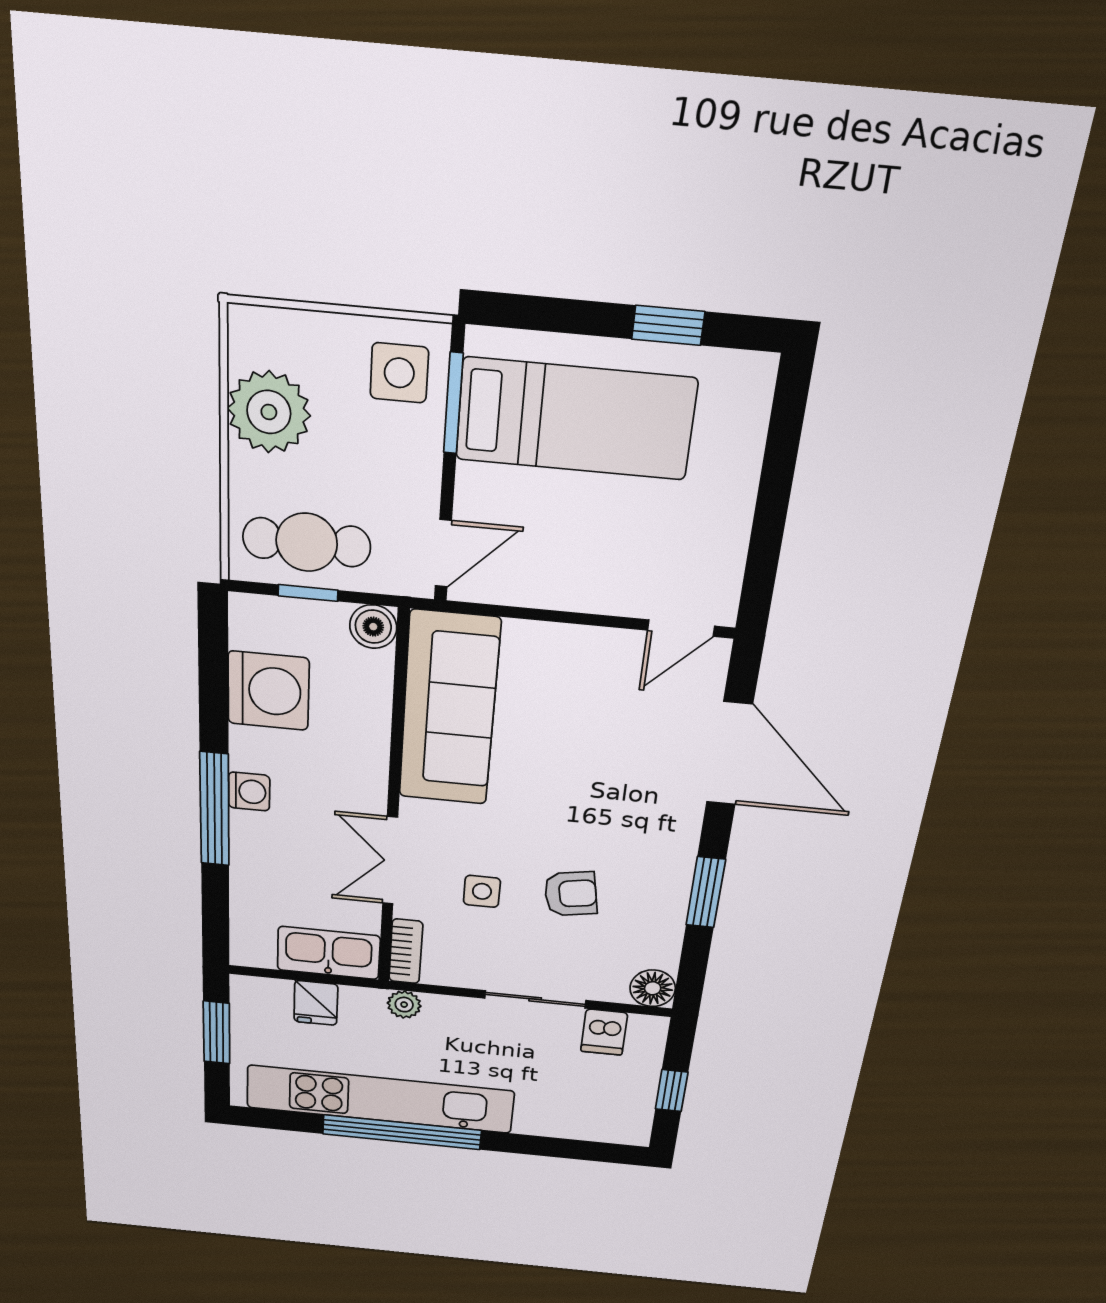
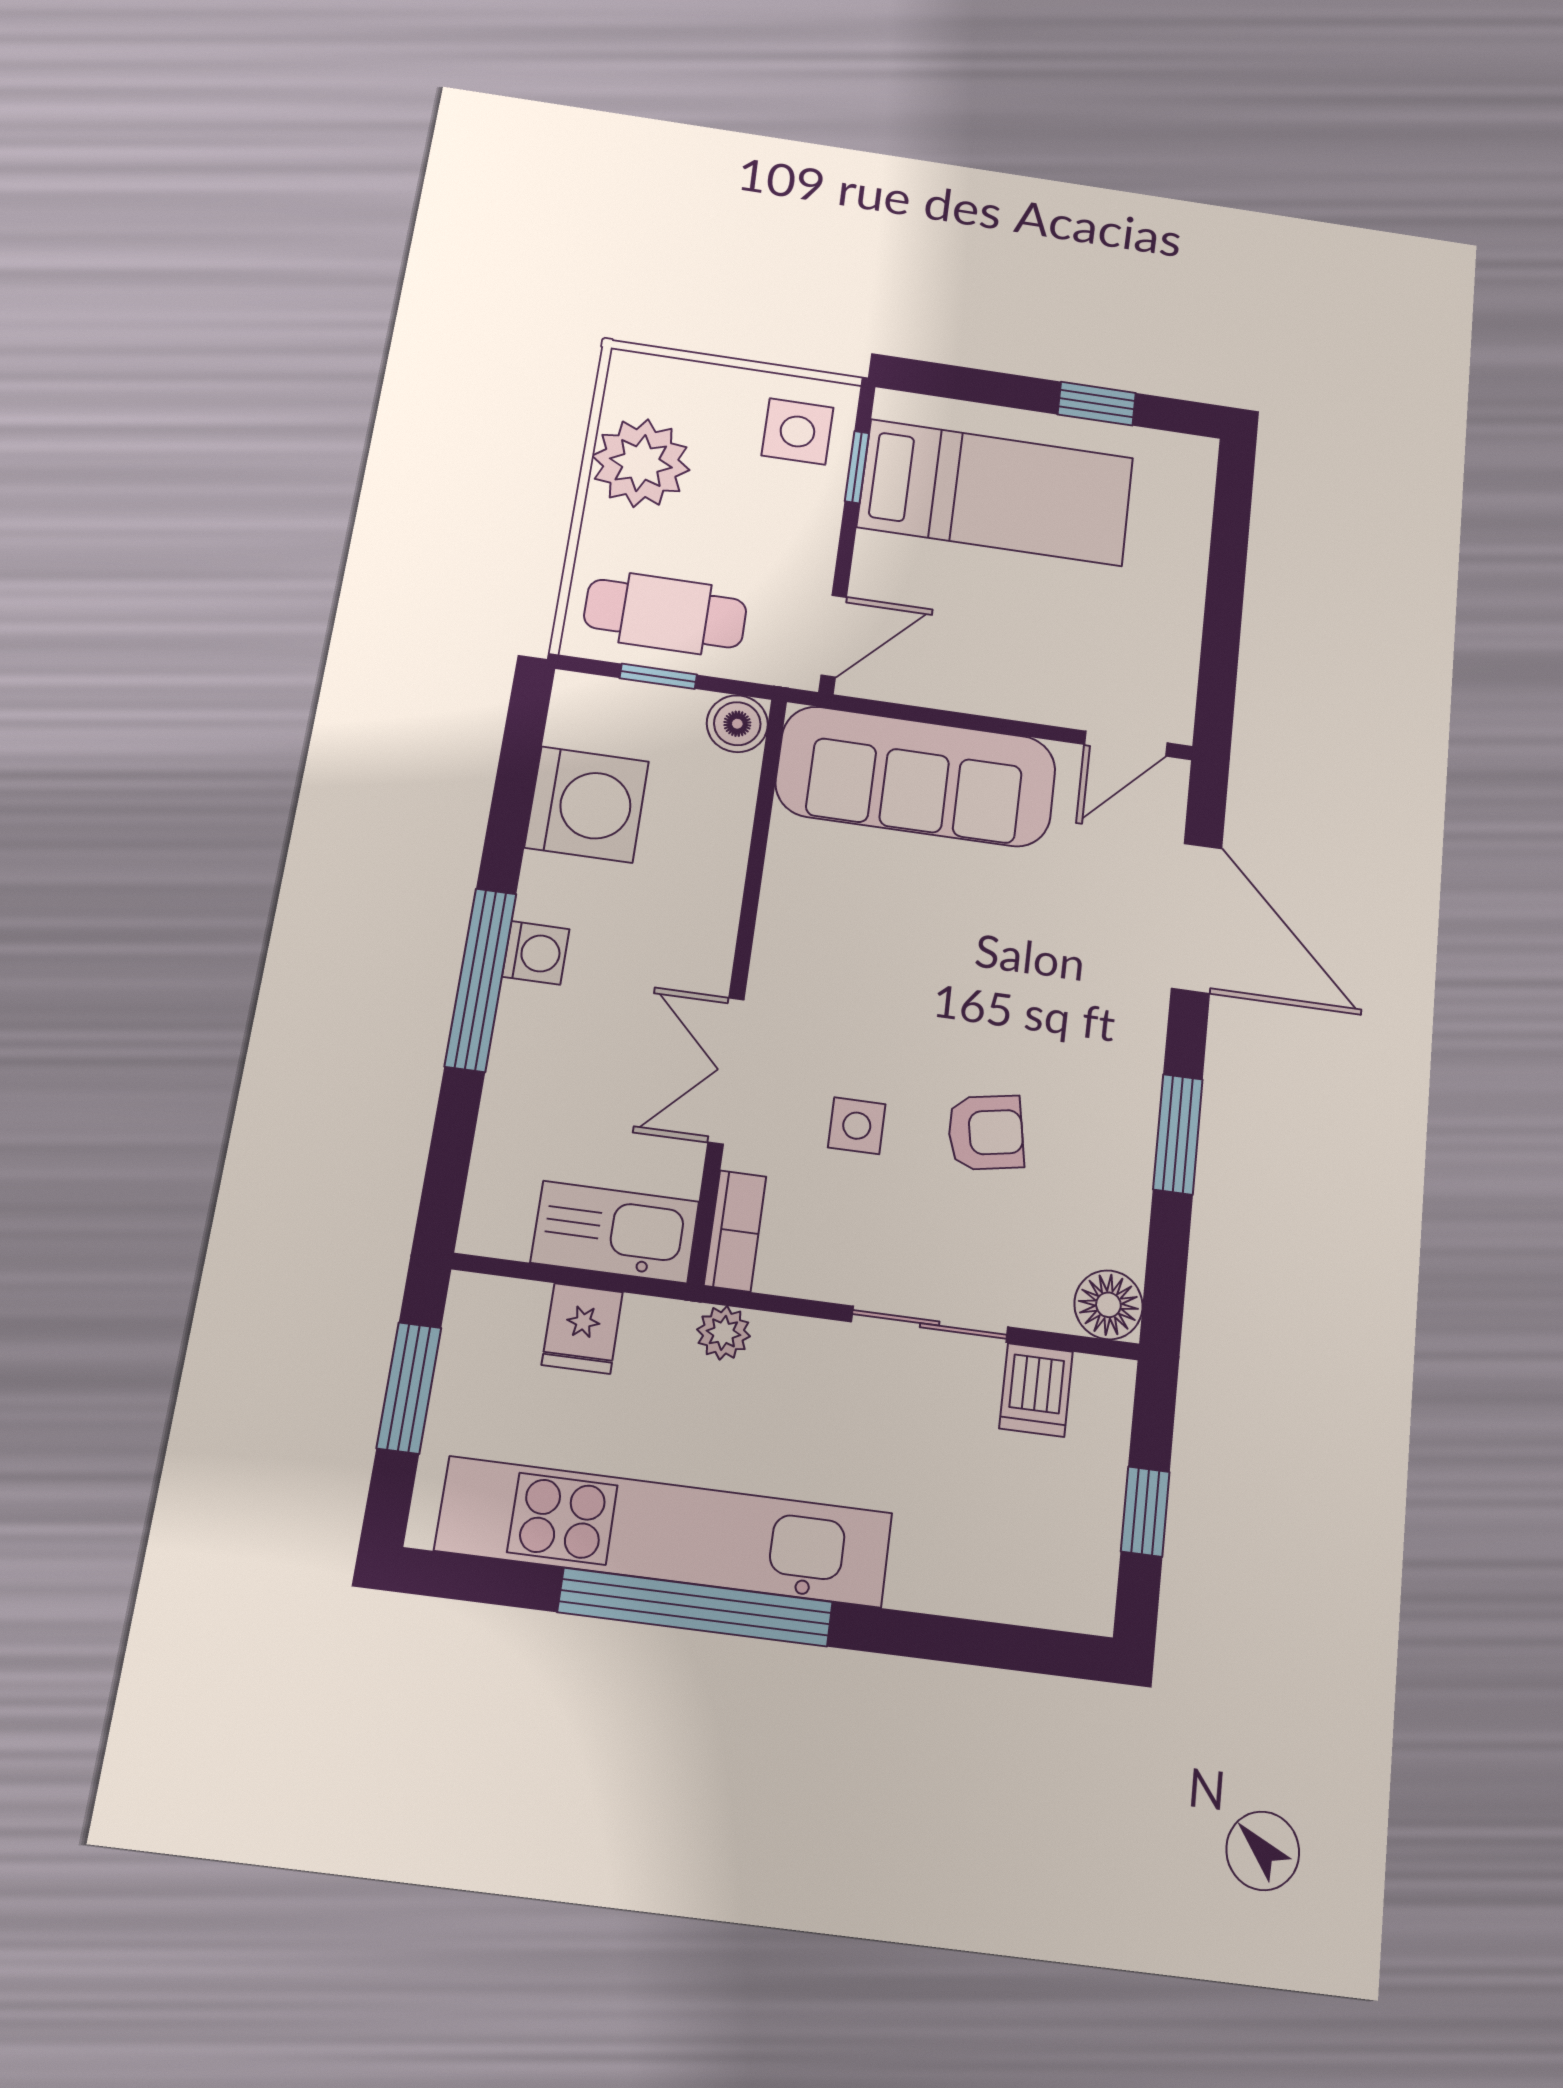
window: (453, 403) -> (857, 467), width x0.67
sofa: (449, 709) -> (916, 776), moved, turned 90

